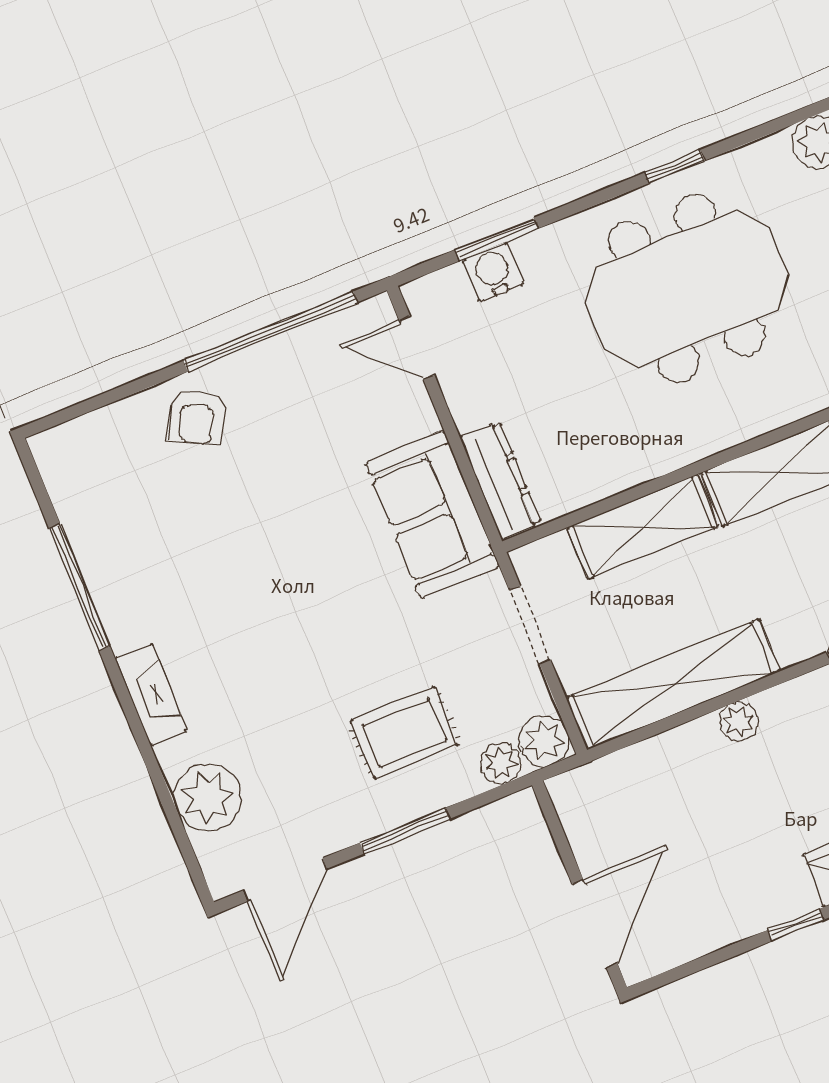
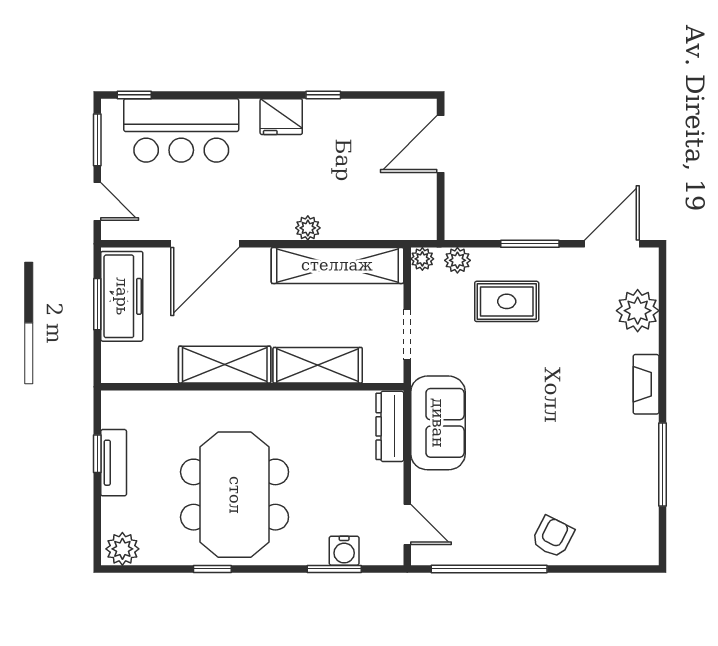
meeting table: (687, 288) -> (235, 495), turned 90
plant: (544, 741) -> (422, 259), width x0.73, depth x0.73

